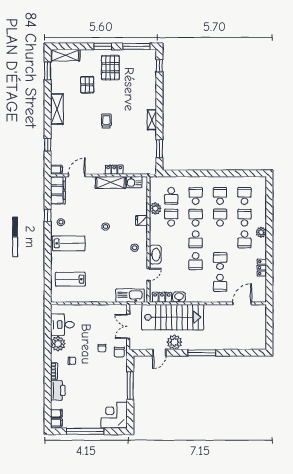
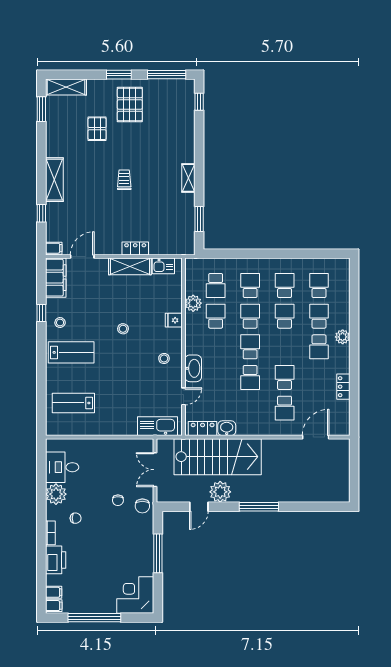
shelving: (57, 109) -> (54, 180), moved
school desk: (196, 239) -> (250, 347), turned 180

